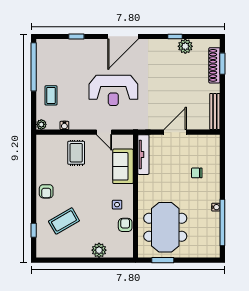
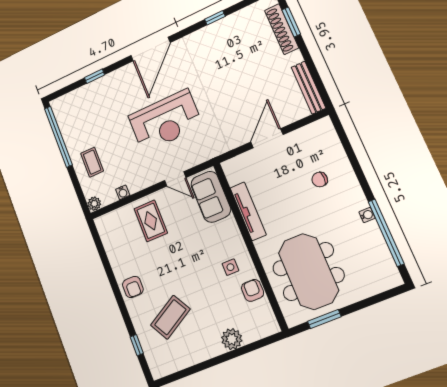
plant: (185, 46) -> (233, 24), removed
tv unit: (143, 155) -> (248, 211), moved
sofa: (123, 166) -> (211, 197), moved

